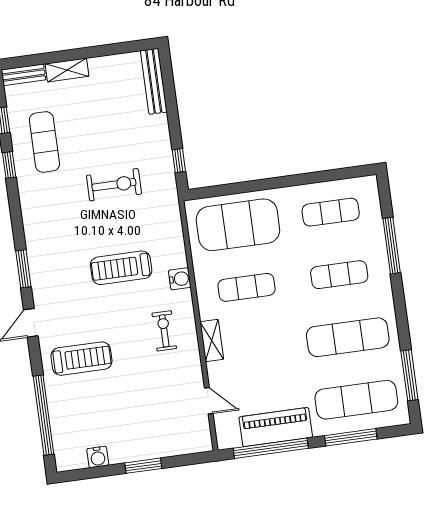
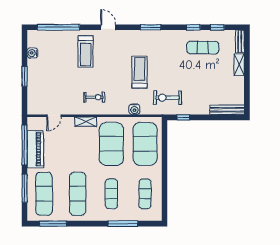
exercise bike: (114, 185) -> (168, 98), moved, turned 90
treadmill: (121, 268) -> (140, 72), moved
window: (23, 269) -> (151, 27), moved
water cooler: (180, 279) -> (134, 109), moved
exercise mat: (247, 287) -> (111, 144), width x2.00, depth x1.45

